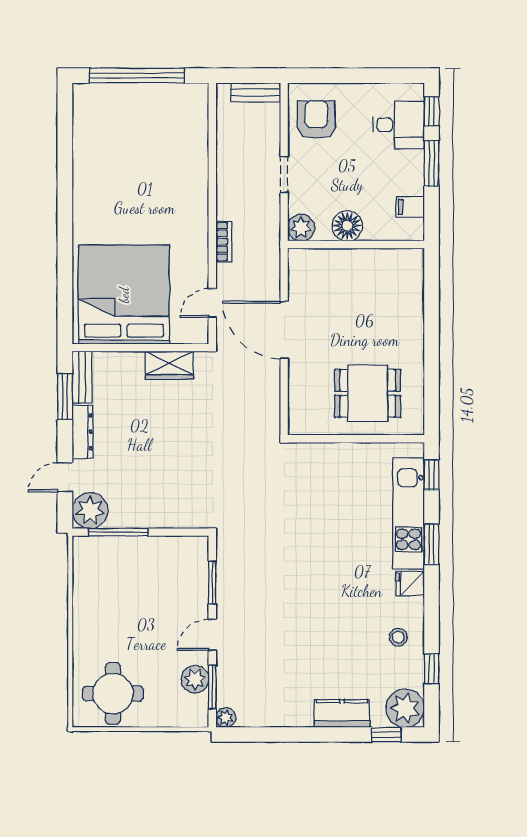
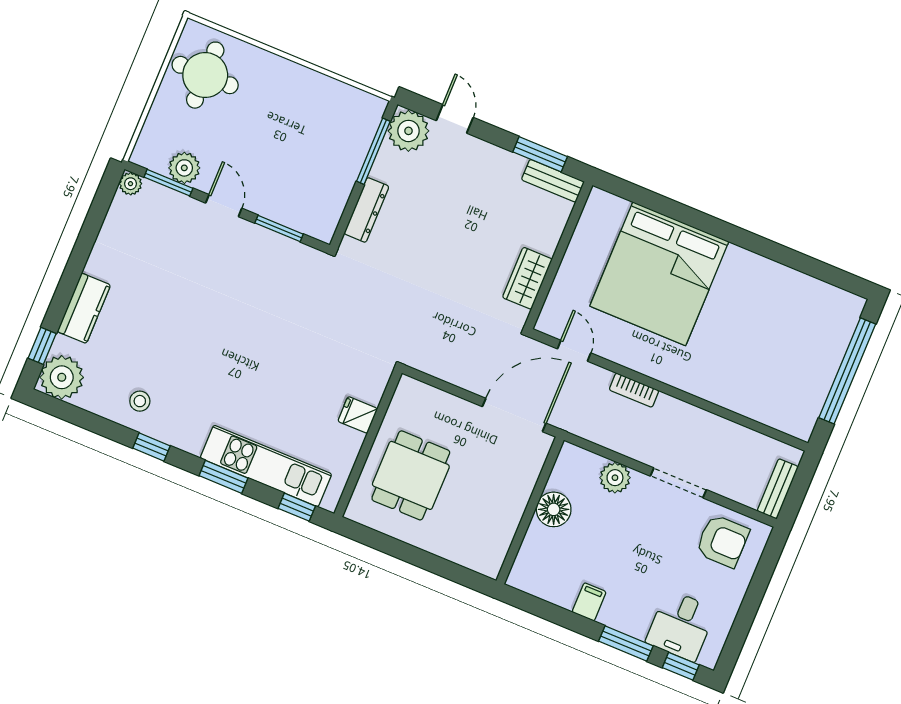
doorway: (284, 175) -> (678, 483), width x1.38
floor lamp: (347, 226) -> (554, 509), moved
wall: (356, 245) -> (530, 510), moved
bed: (124, 295) -> (659, 274), moved, turned 90
dresser: (83, 432) -> (366, 210), moved, turned -90
fridge: (410, 583) -> (358, 415), moved, turned -90
window: (431, 669) -> (152, 447), moved

